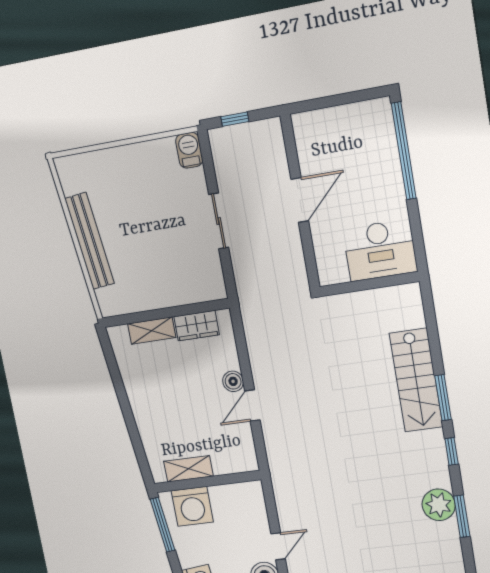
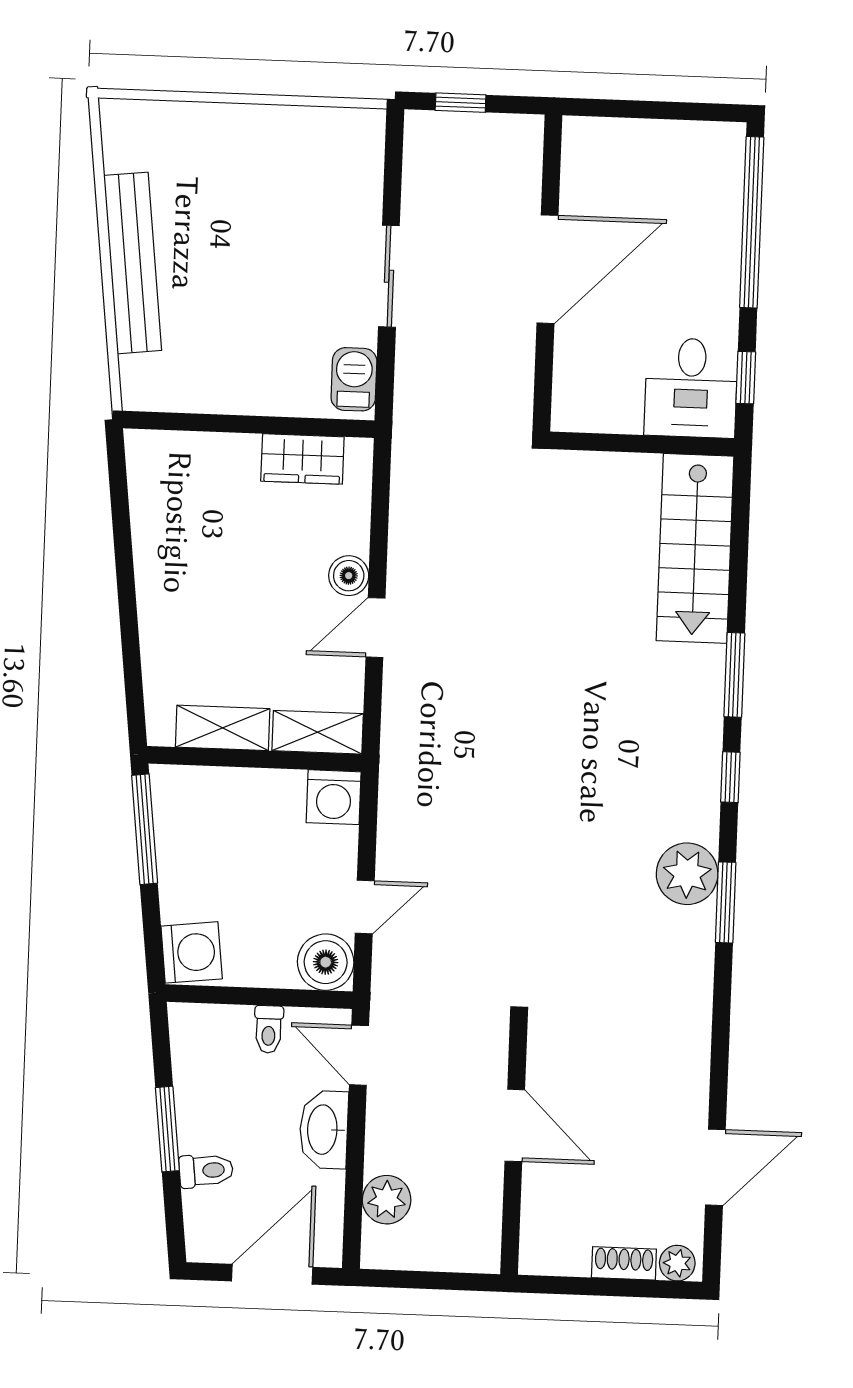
barbecue: (189, 150) -> (354, 379), moved
door: (300, 200) -> (548, 269), width x1.36
window: (418, 237) -> (746, 378), added
desk: (380, 250) -> (691, 388), width x0.73
shelving: (152, 331) -> (318, 732), moved
stairs: (416, 380) -> (695, 548), moved
washing machine: (192, 506) -> (334, 797), moved, width x0.73, depth x0.73

